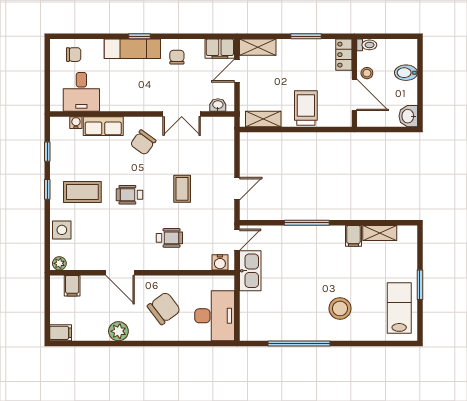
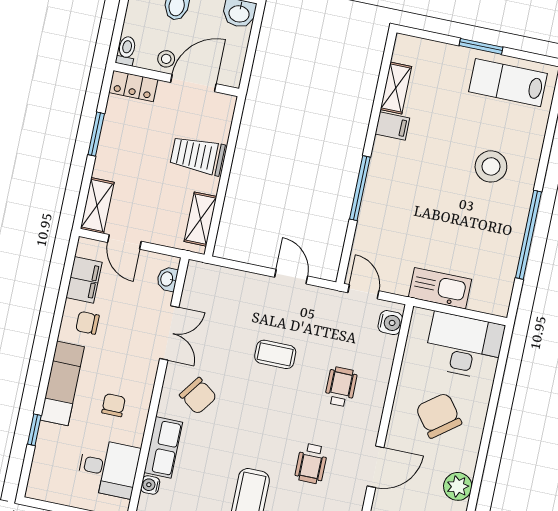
window: (140, 36) -> (34, 430), moved
filing cabinet: (220, 49) -> (84, 280), moved
chair: (74, 55) -> (114, 405), moved
wheelchair: (129, 195) -> (311, 464), moved
kitchen sink: (250, 271) -> (440, 288), moved

